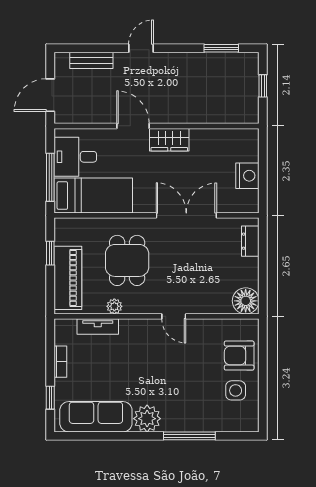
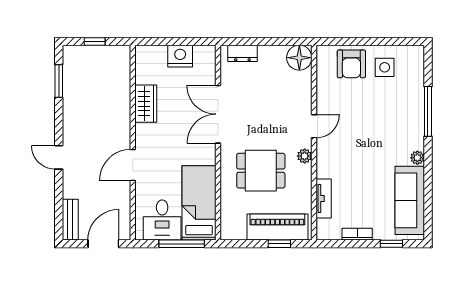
bench: (91, 60) -> (70, 220), moved
door: (50, 95) -> (103, 244), swing flipped
wardrobe: (169, 140) -> (146, 104), moved
window: (50, 253) -> (279, 244), moved
plant: (114, 306) -> (305, 156), moved
plant: (147, 419) -> (417, 158), width x0.53, depth x0.53

